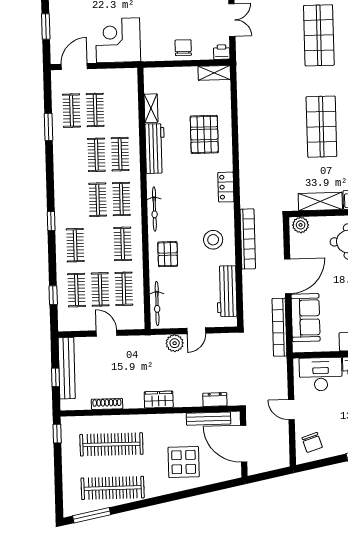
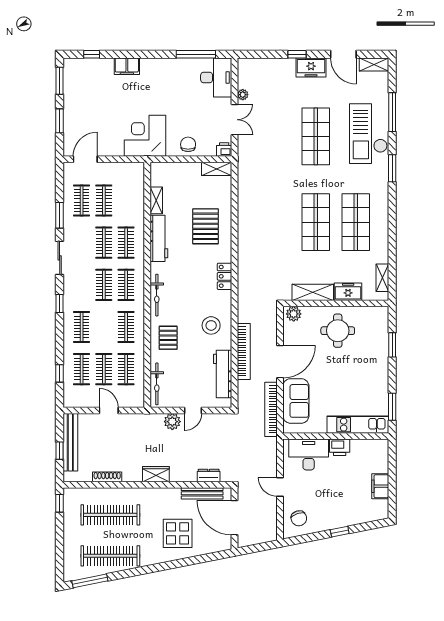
corner desk: (118, 40) -> (145, 136), moved
sliding door: (50, 172) -> (60, 258), added
bookcase: (248, 239) -> (244, 351), moved

